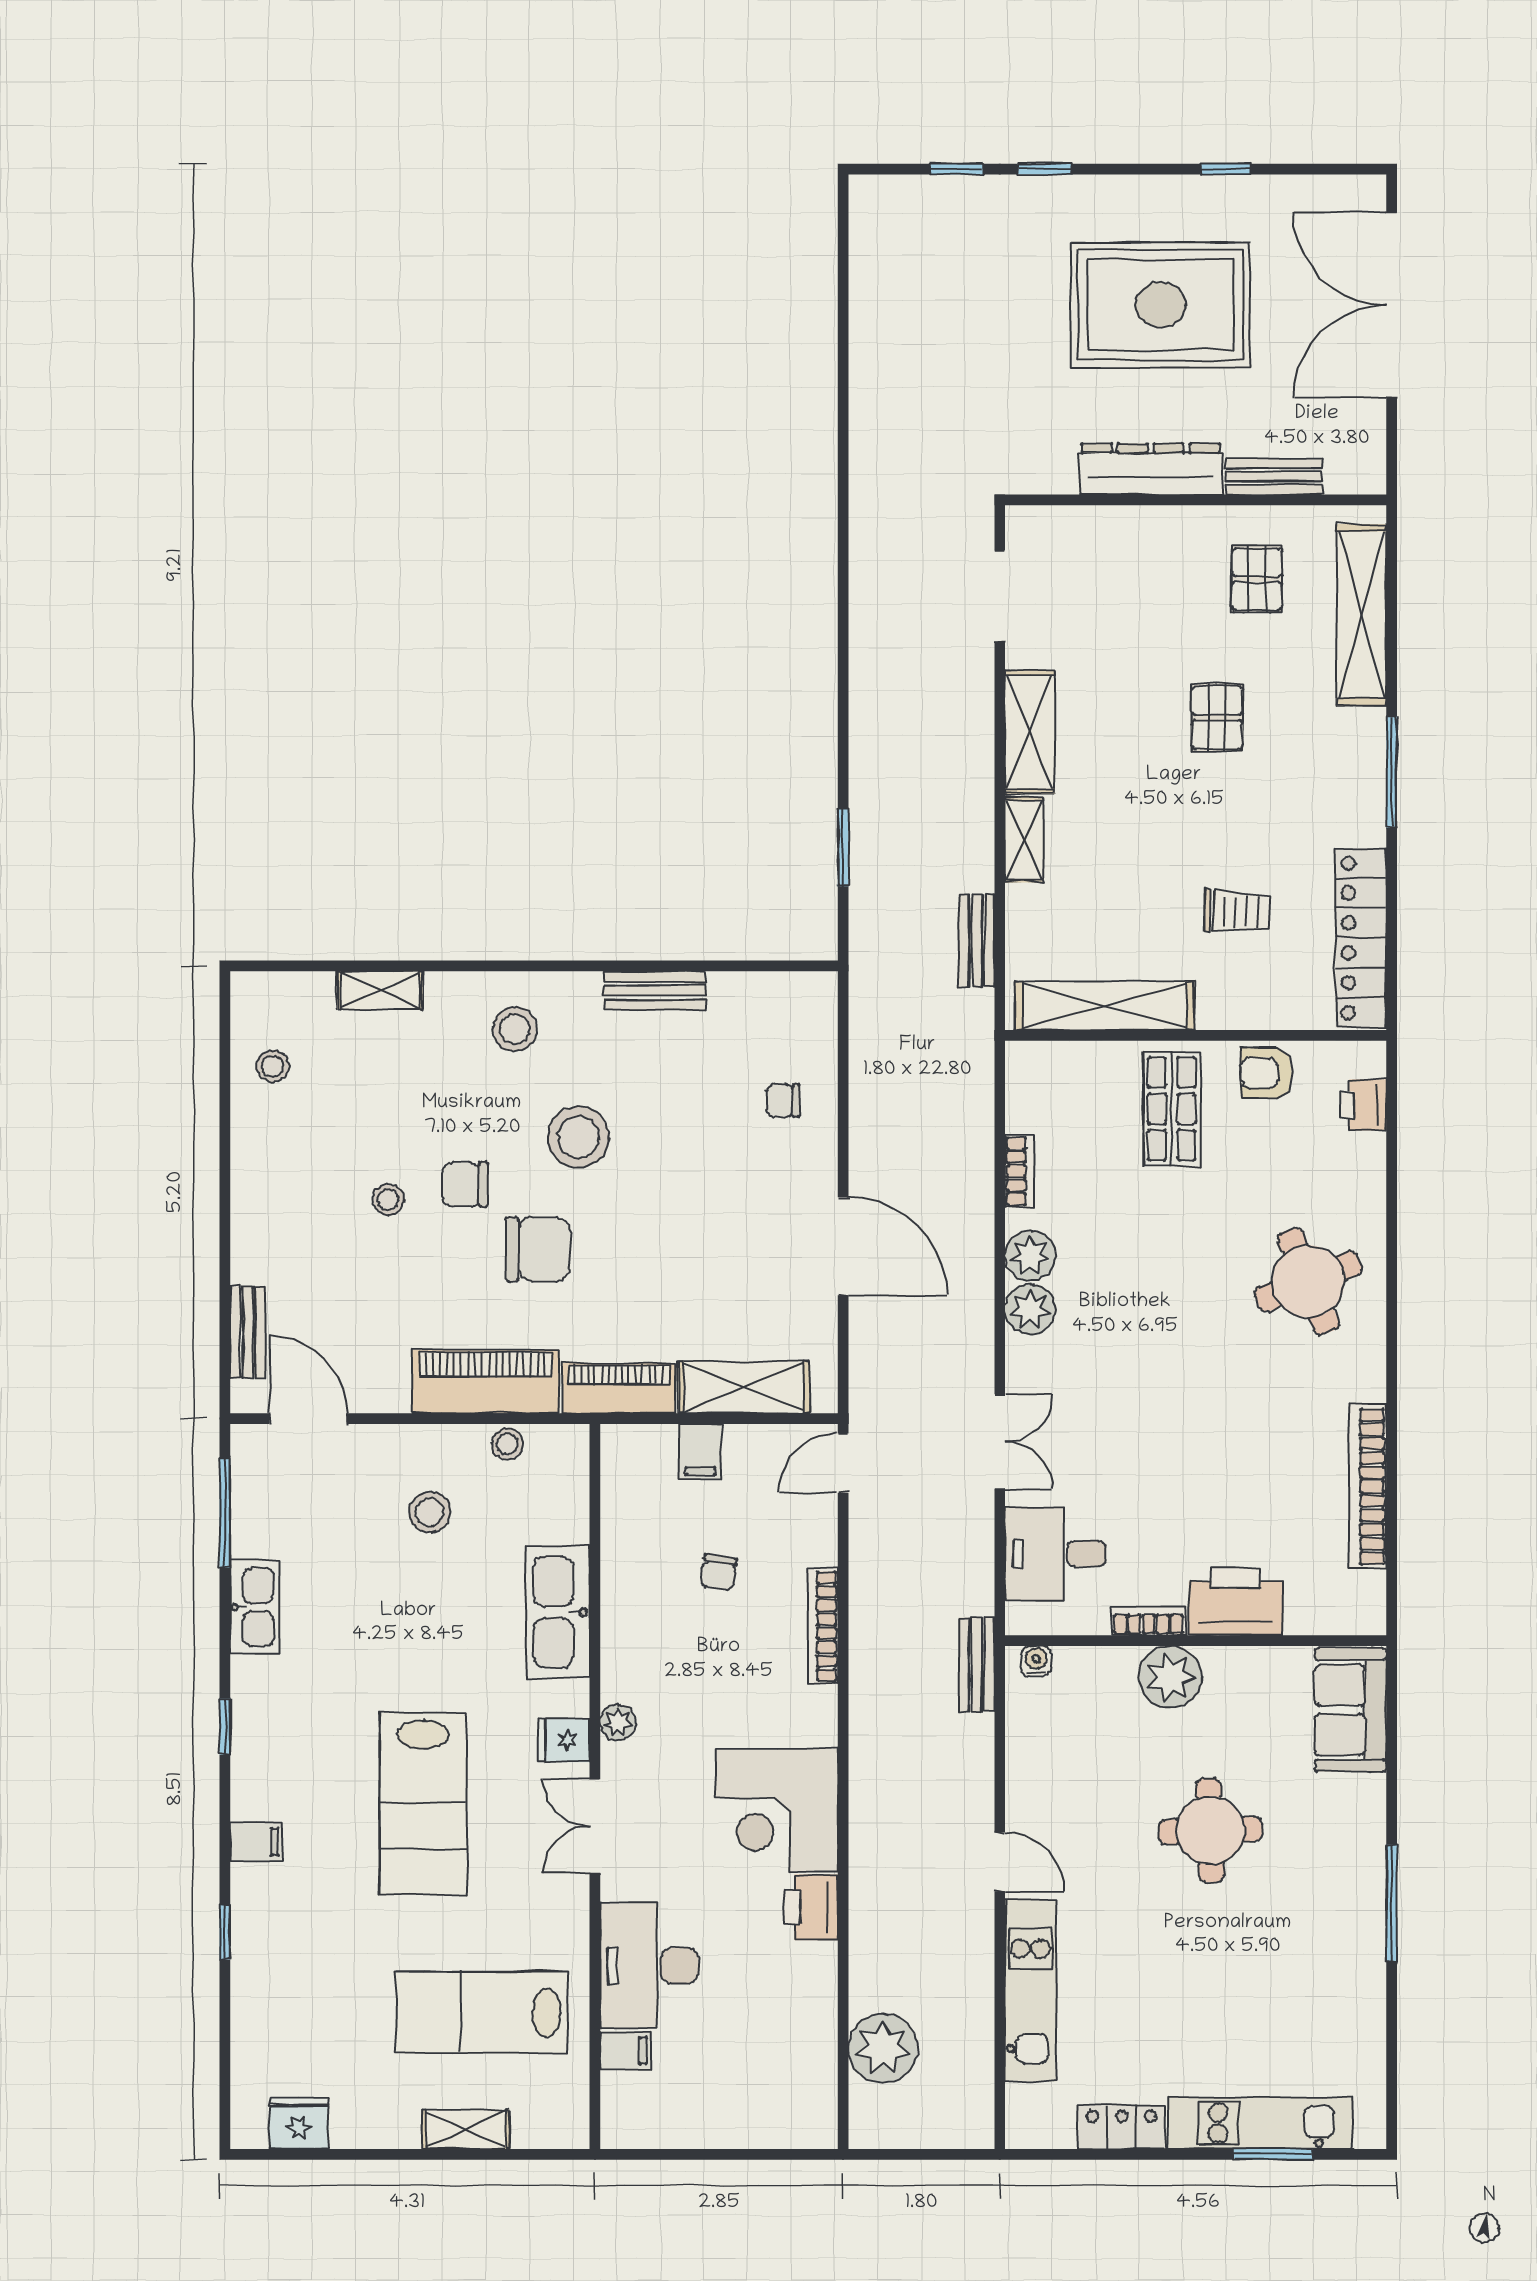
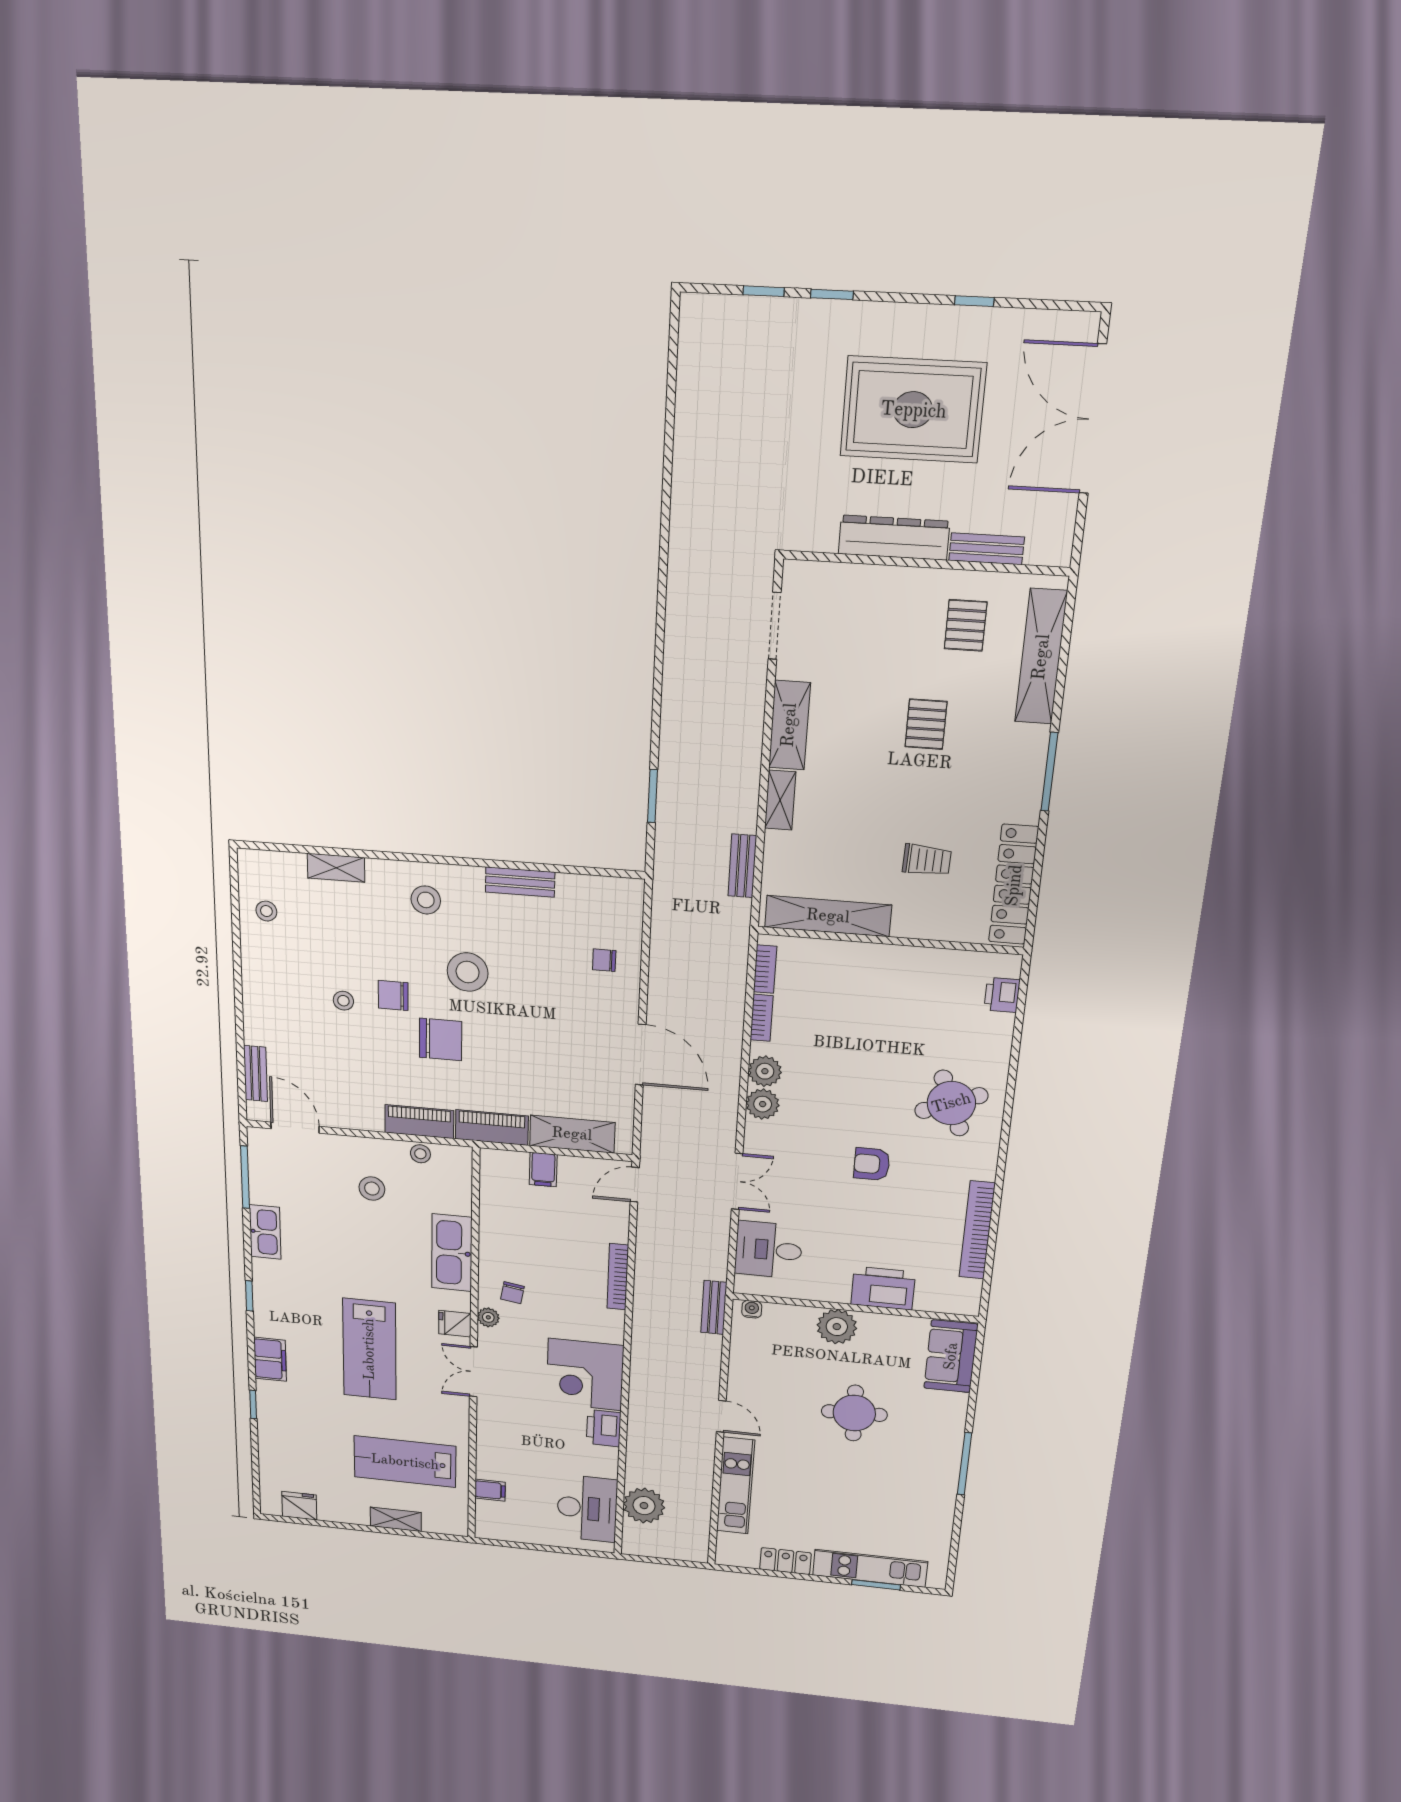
armchair: (1266, 1073) -> (872, 1164), moved
shop shelf: (1172, 1109) -> (869, 987), removed
piano: (486, 1381) -> (419, 1122), width x0.73, depth x0.75
chair: (719, 1572) -> (512, 1293), moved
bookcase: (1149, 1621) -> (765, 969), moved, turned 90
filing cabinet: (256, 1842) -> (270, 1359), width x2.00
desk: (649, 1966) -> (587, 1508), moved, turned 180

